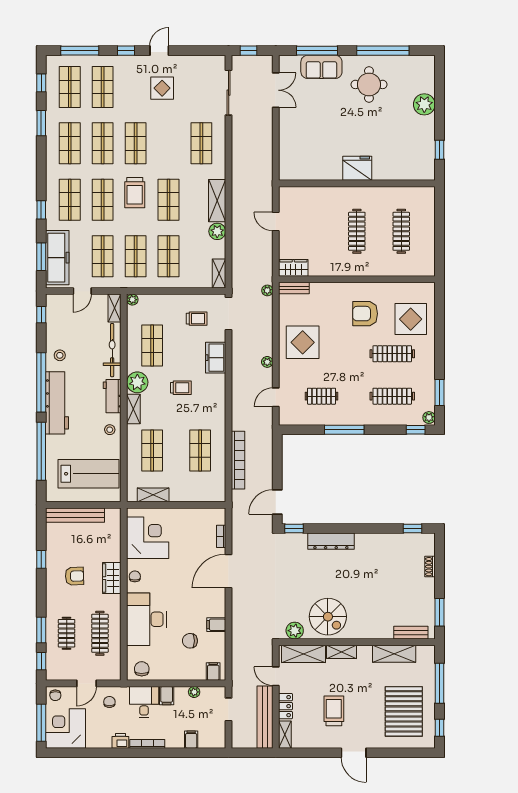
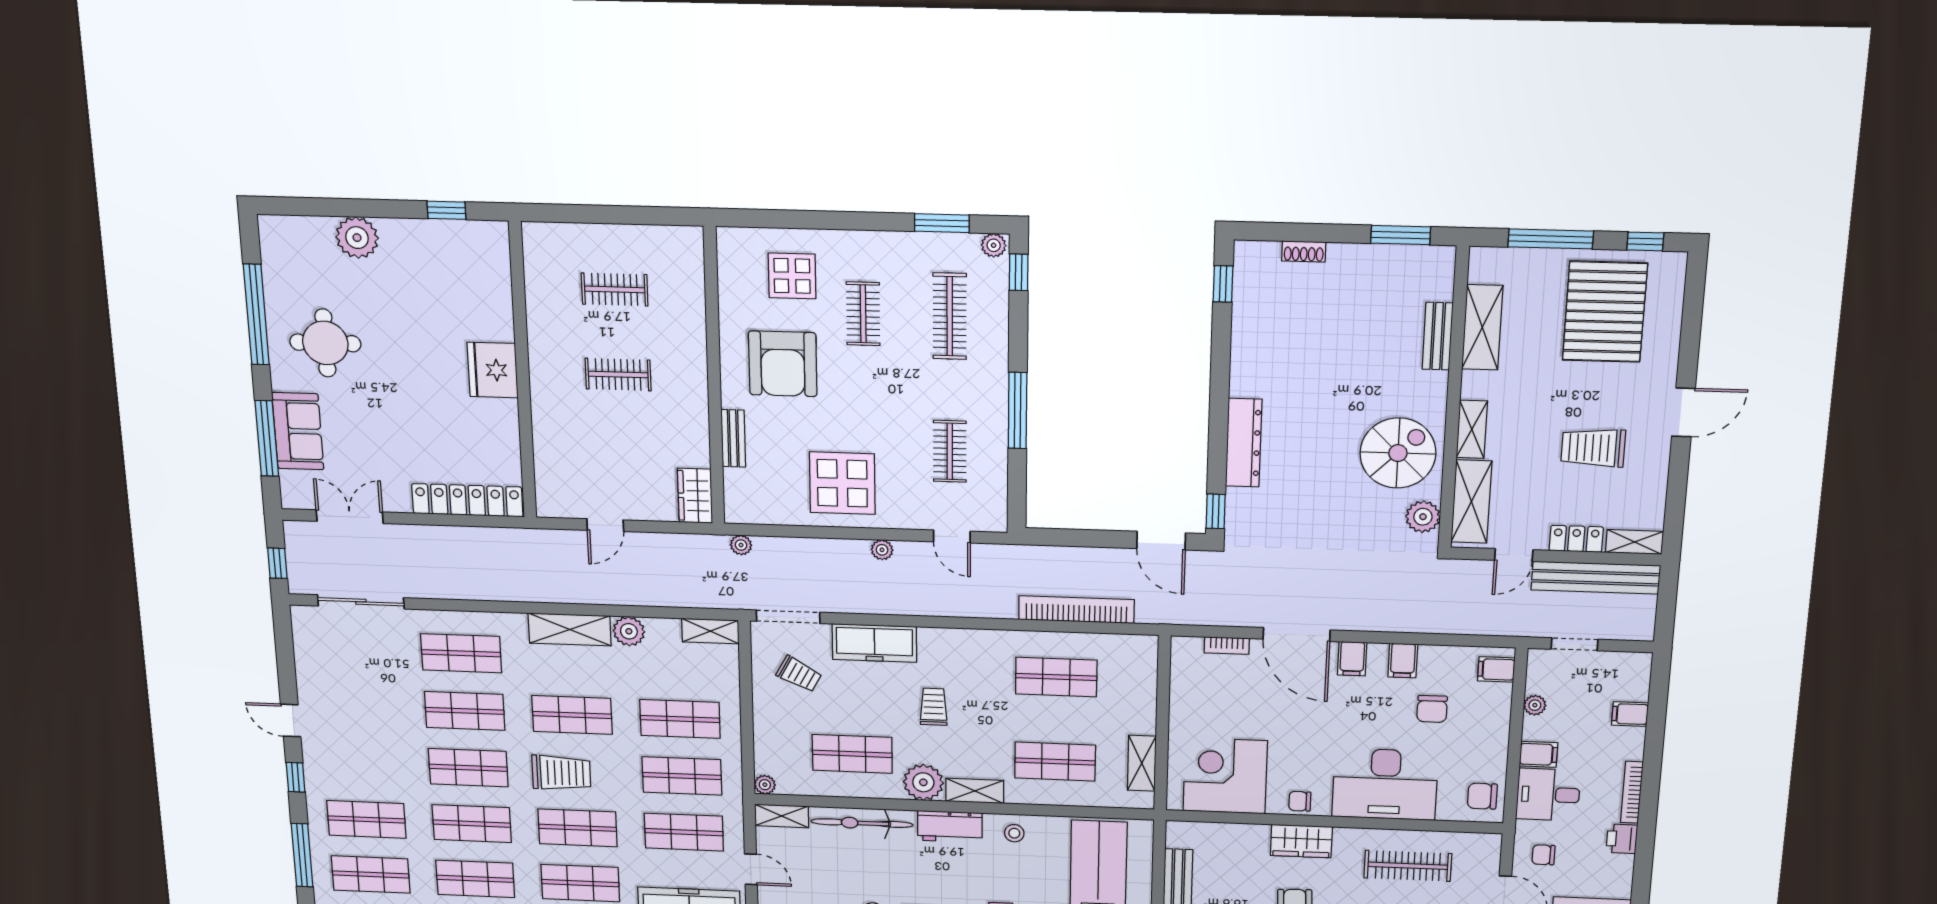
display table: (162, 88) -> (361, 718), removed
shop shelf: (169, 143) -> (465, 711), added
locker: (287, 151) -> (467, 500), added
clothes rail: (357, 231) -> (618, 374), width x0.73
clothes rail: (401, 231) -> (615, 289), width x0.73
bench: (294, 288) -> (733, 438), moved
armchair: (365, 314) -> (783, 364), width x1.36, depth x1.36
trolley: (197, 319) -> (799, 674), turned 118
display table: (411, 319) -> (792, 276), width x0.73, depth x0.73
clothes rail: (392, 354) -> (863, 314), width x0.73
freezer: (216, 358) -> (874, 643), width x1.40
filing cabinet: (216, 599) -> (1352, 659), added
bench: (411, 633) -> (1438, 336), moved
pallet: (404, 711) -> (1605, 312), turned 90

